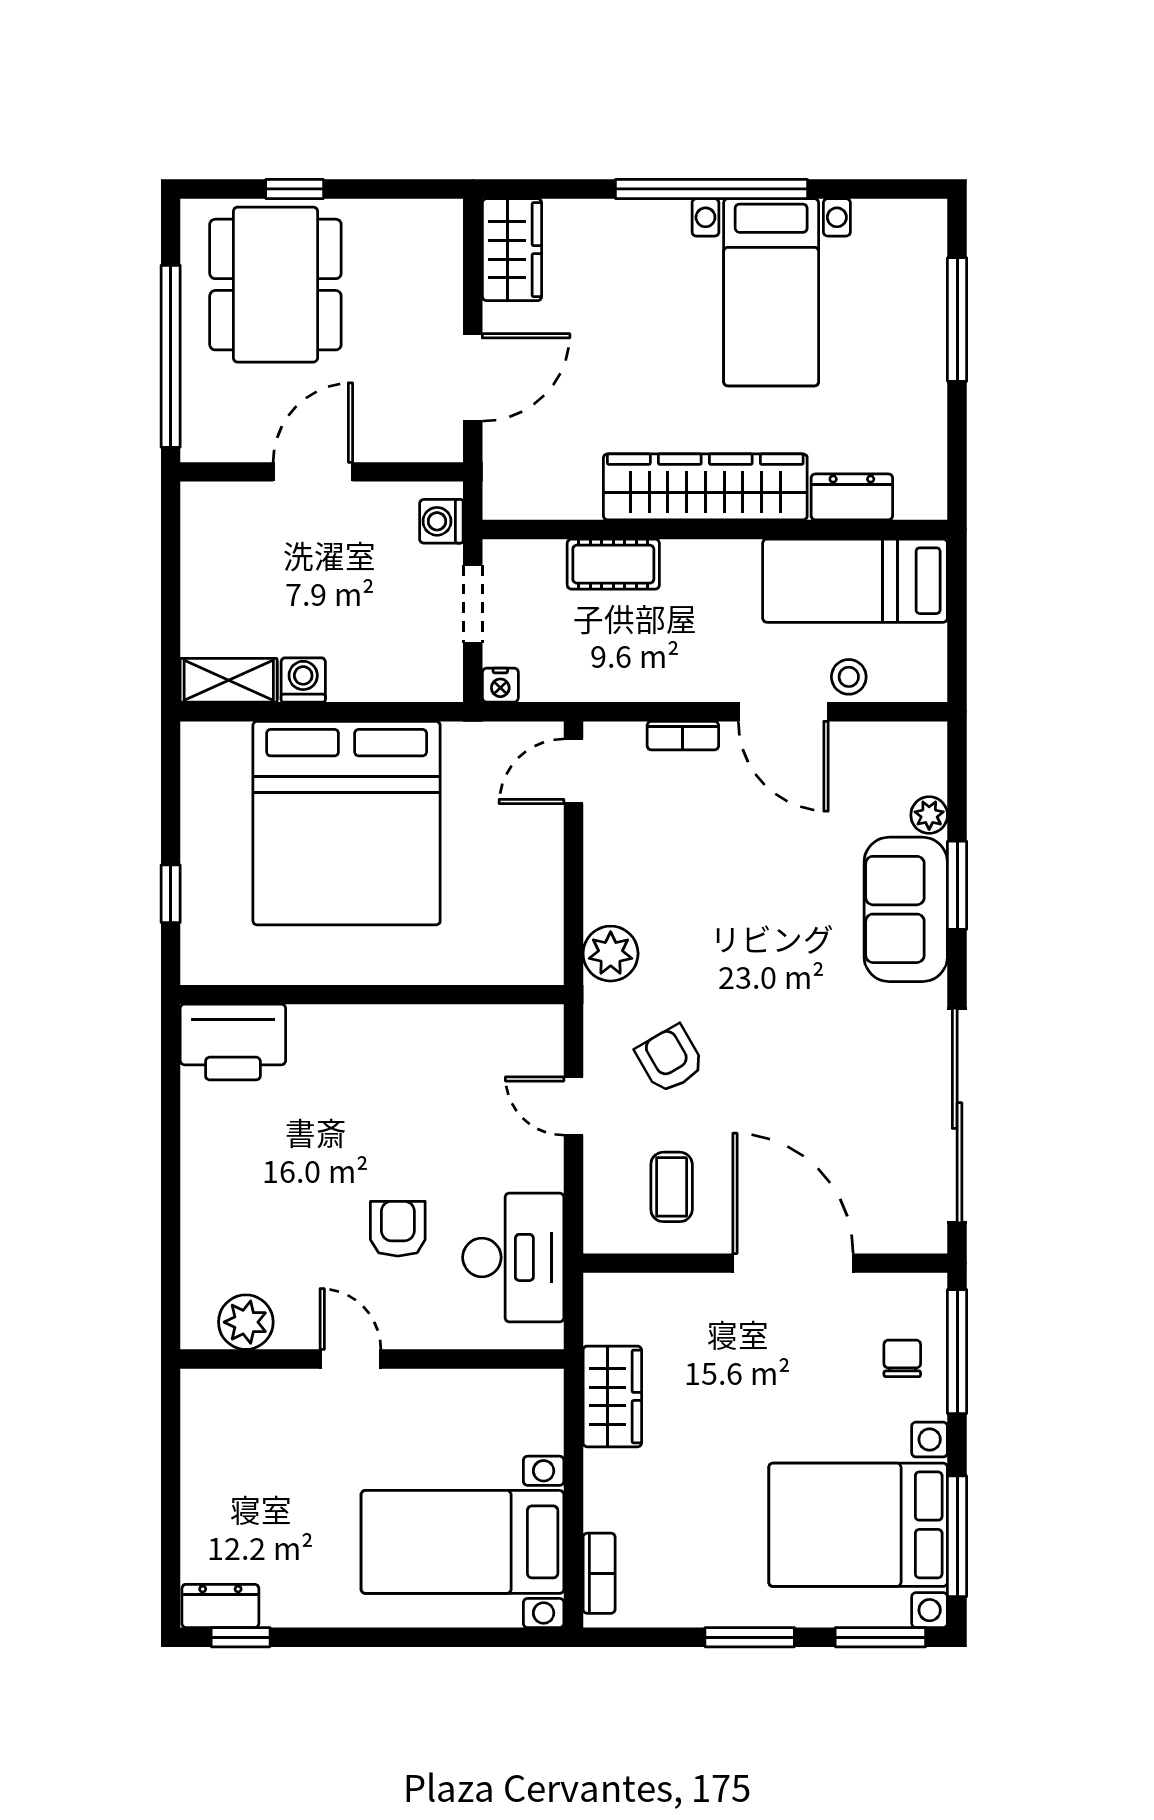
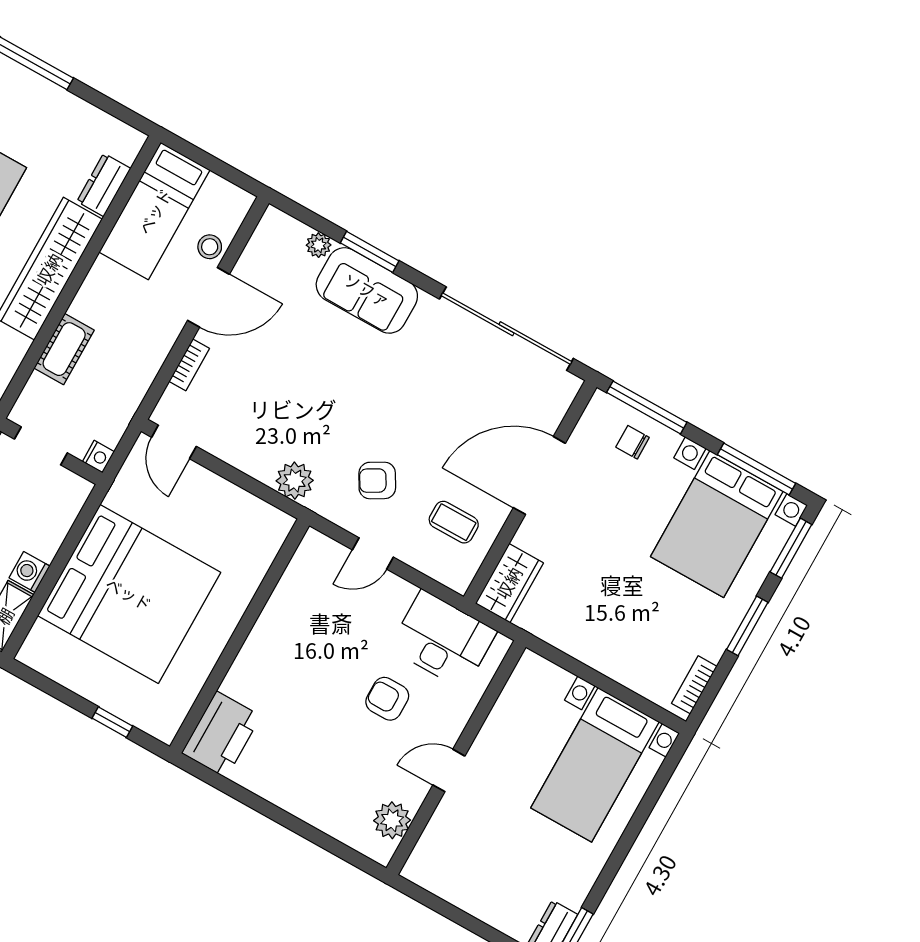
wardrobe: (612, 1396) -> (509, 583), moved, turned 90
bookcase: (599, 1573) -> (694, 685), moved, turned -90

